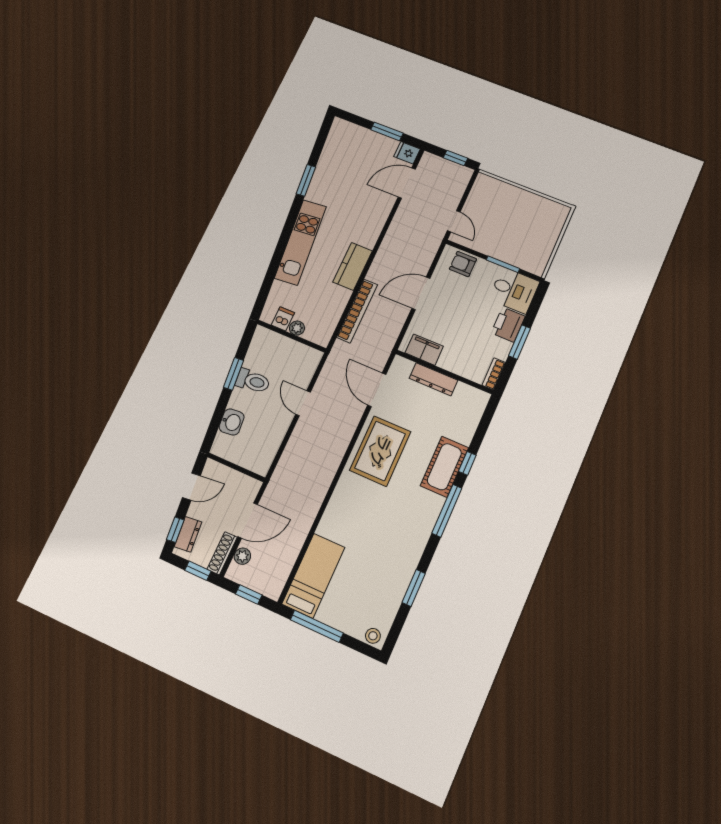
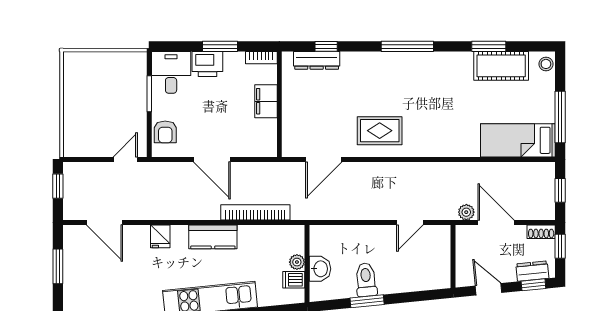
fridge: (407, 153) -> (160, 236), moved
filing cabinet: (424, 350) -> (266, 101), moved
dresser: (433, 379) -> (317, 60), moved, turned 90
door: (303, 403) -> (410, 223), moved
washbasin: (232, 422) -> (320, 269), moved, turned 96
rug: (380, 451) -> (380, 131), width x0.73, depth x0.70
window: (467, 463) -> (326, 46), moved
cot: (444, 467) -> (501, 66), moved
shoe rack: (222, 553) -> (541, 232), width x0.70
plant: (242, 556) -> (466, 212), moved

